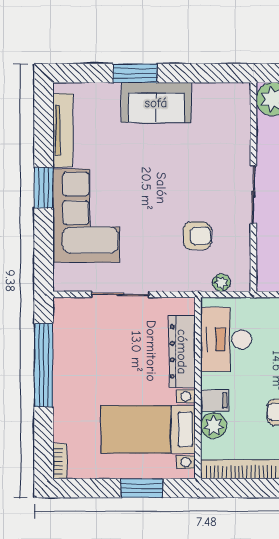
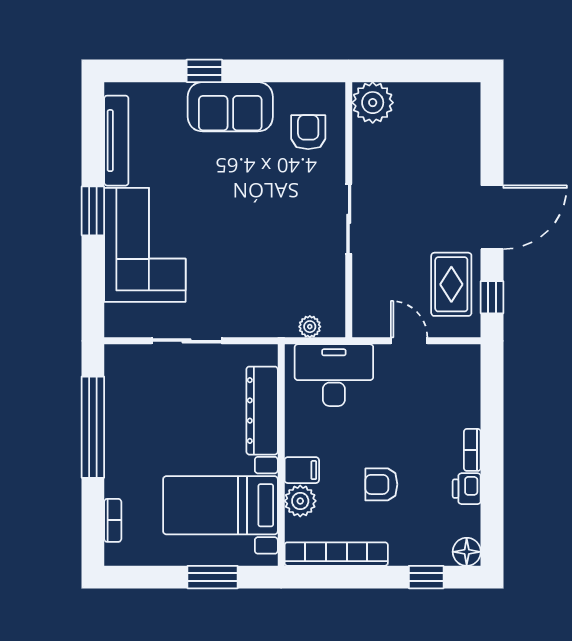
window: (135, 73) -> (204, 71), width x0.67
armchair: (197, 236) -> (308, 132), moved, turned -90
desk: (226, 339) -> (334, 375), moved, turned 90
bookcase: (60, 461) -> (113, 520), moved

